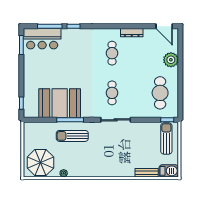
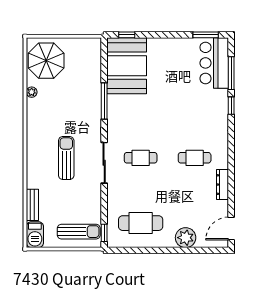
booth: (60, 103) -> (127, 66), moved
sun lounger: (72, 136) -> (66, 158), moved

